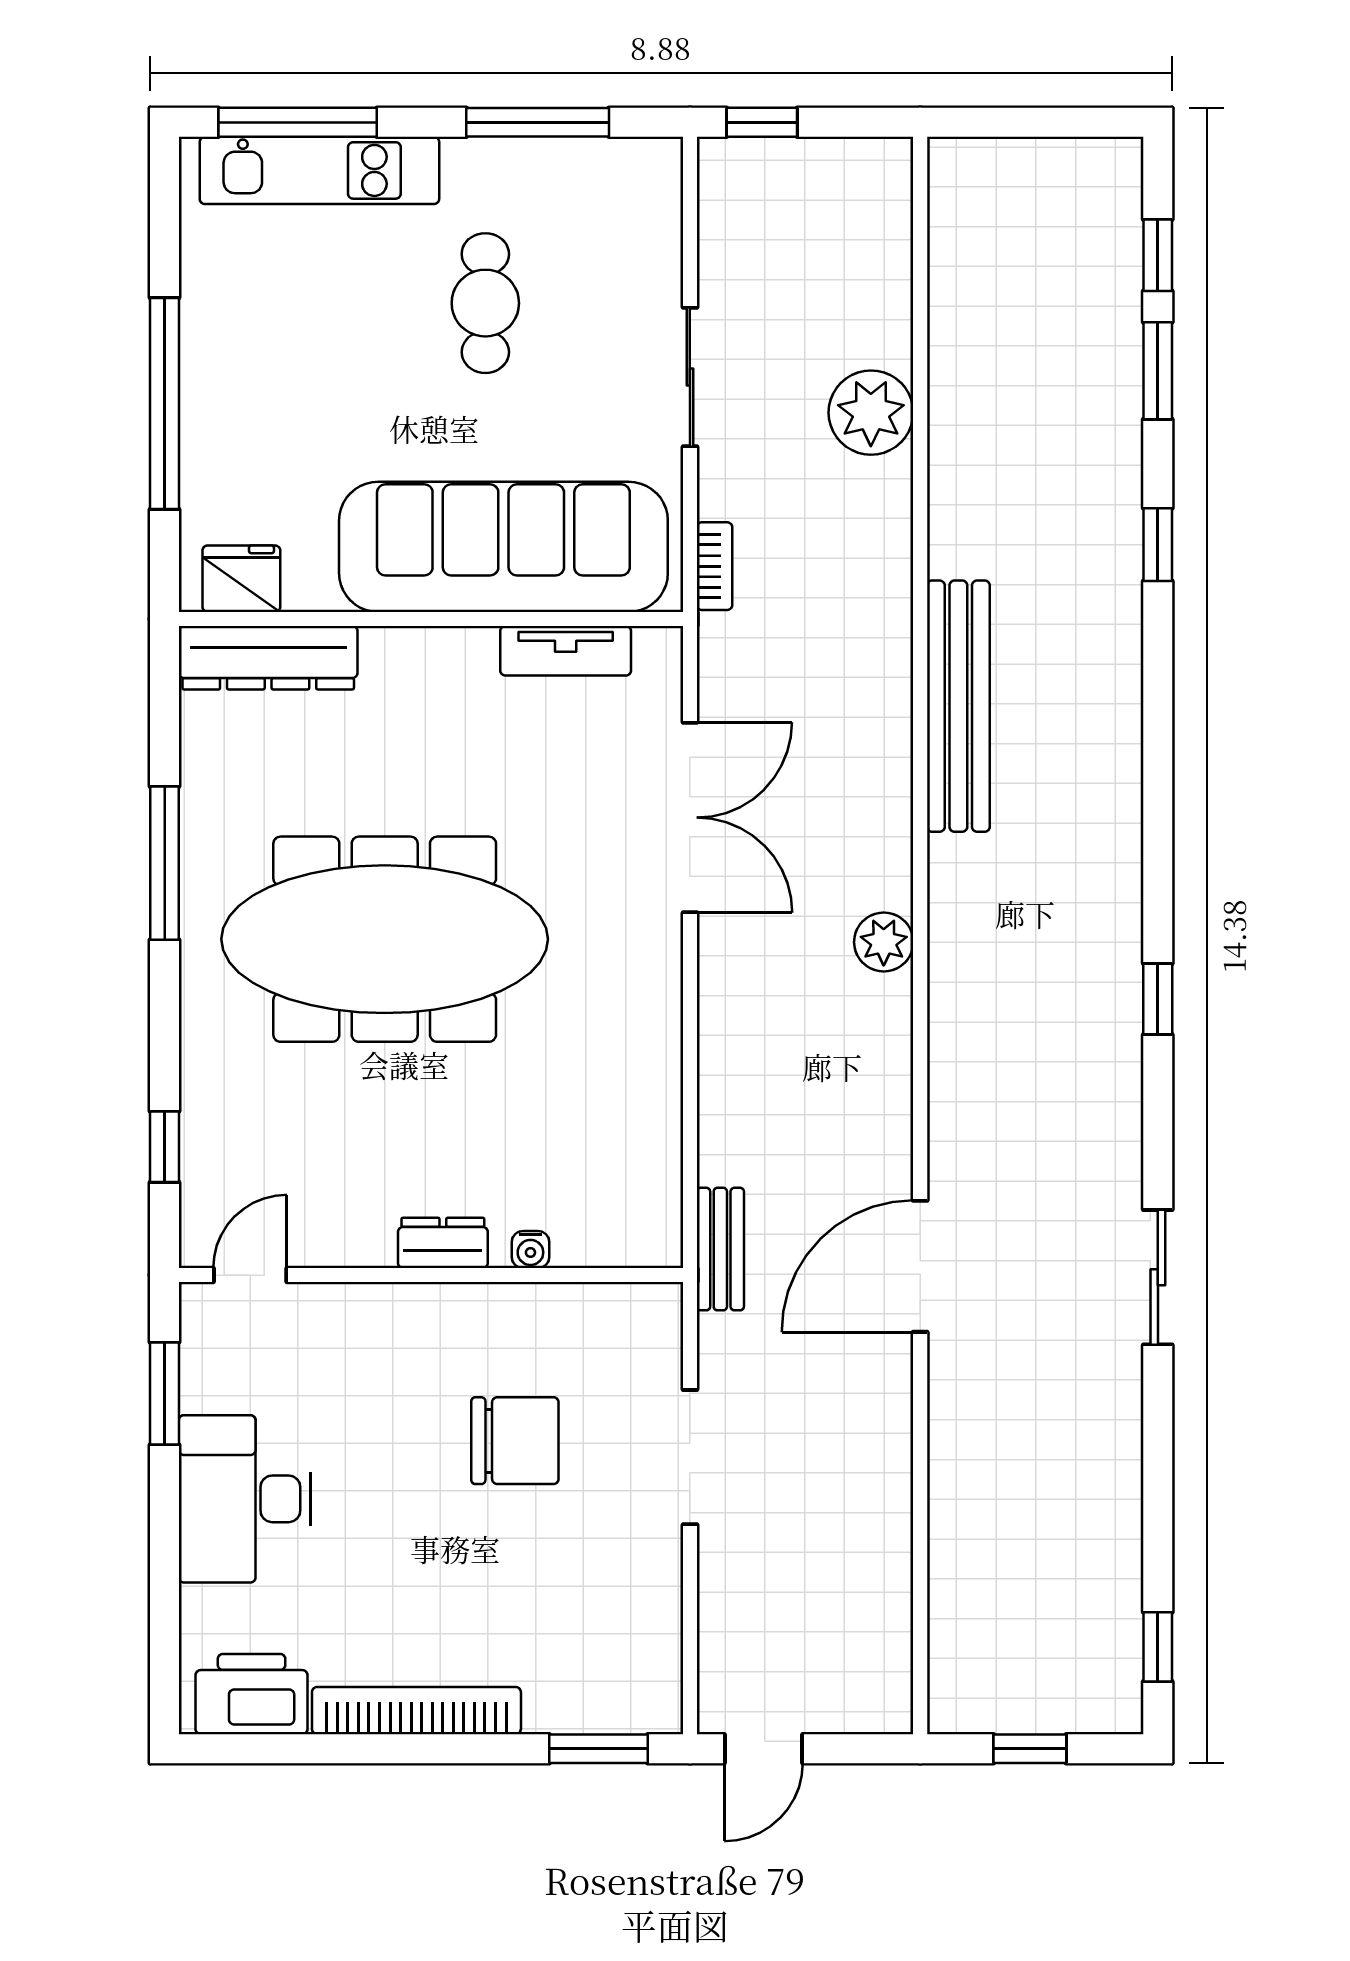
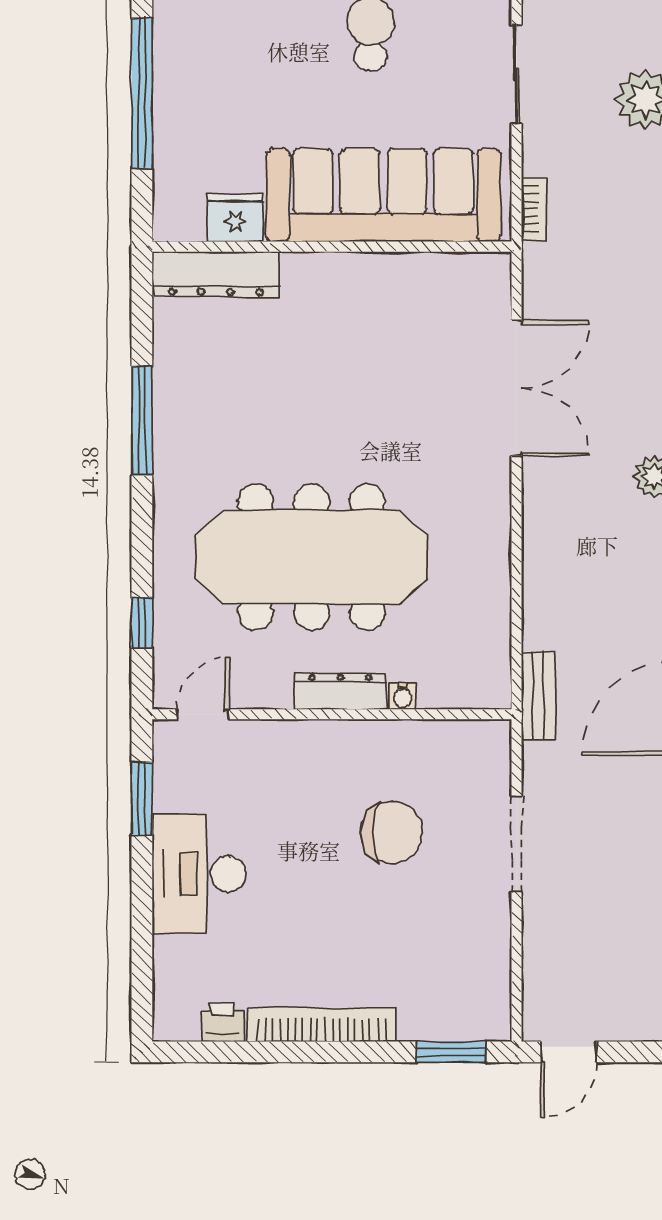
fridge: (241, 579) -> (235, 218), moved
tv unit: (566, 651) -> (428, 269), removed
meeting table: (385, 939) -> (311, 557), moved
dresser: (443, 1243) -> (340, 691), width x1.44
printer: (252, 1694) -> (222, 1022), width x0.53, depth x0.68

